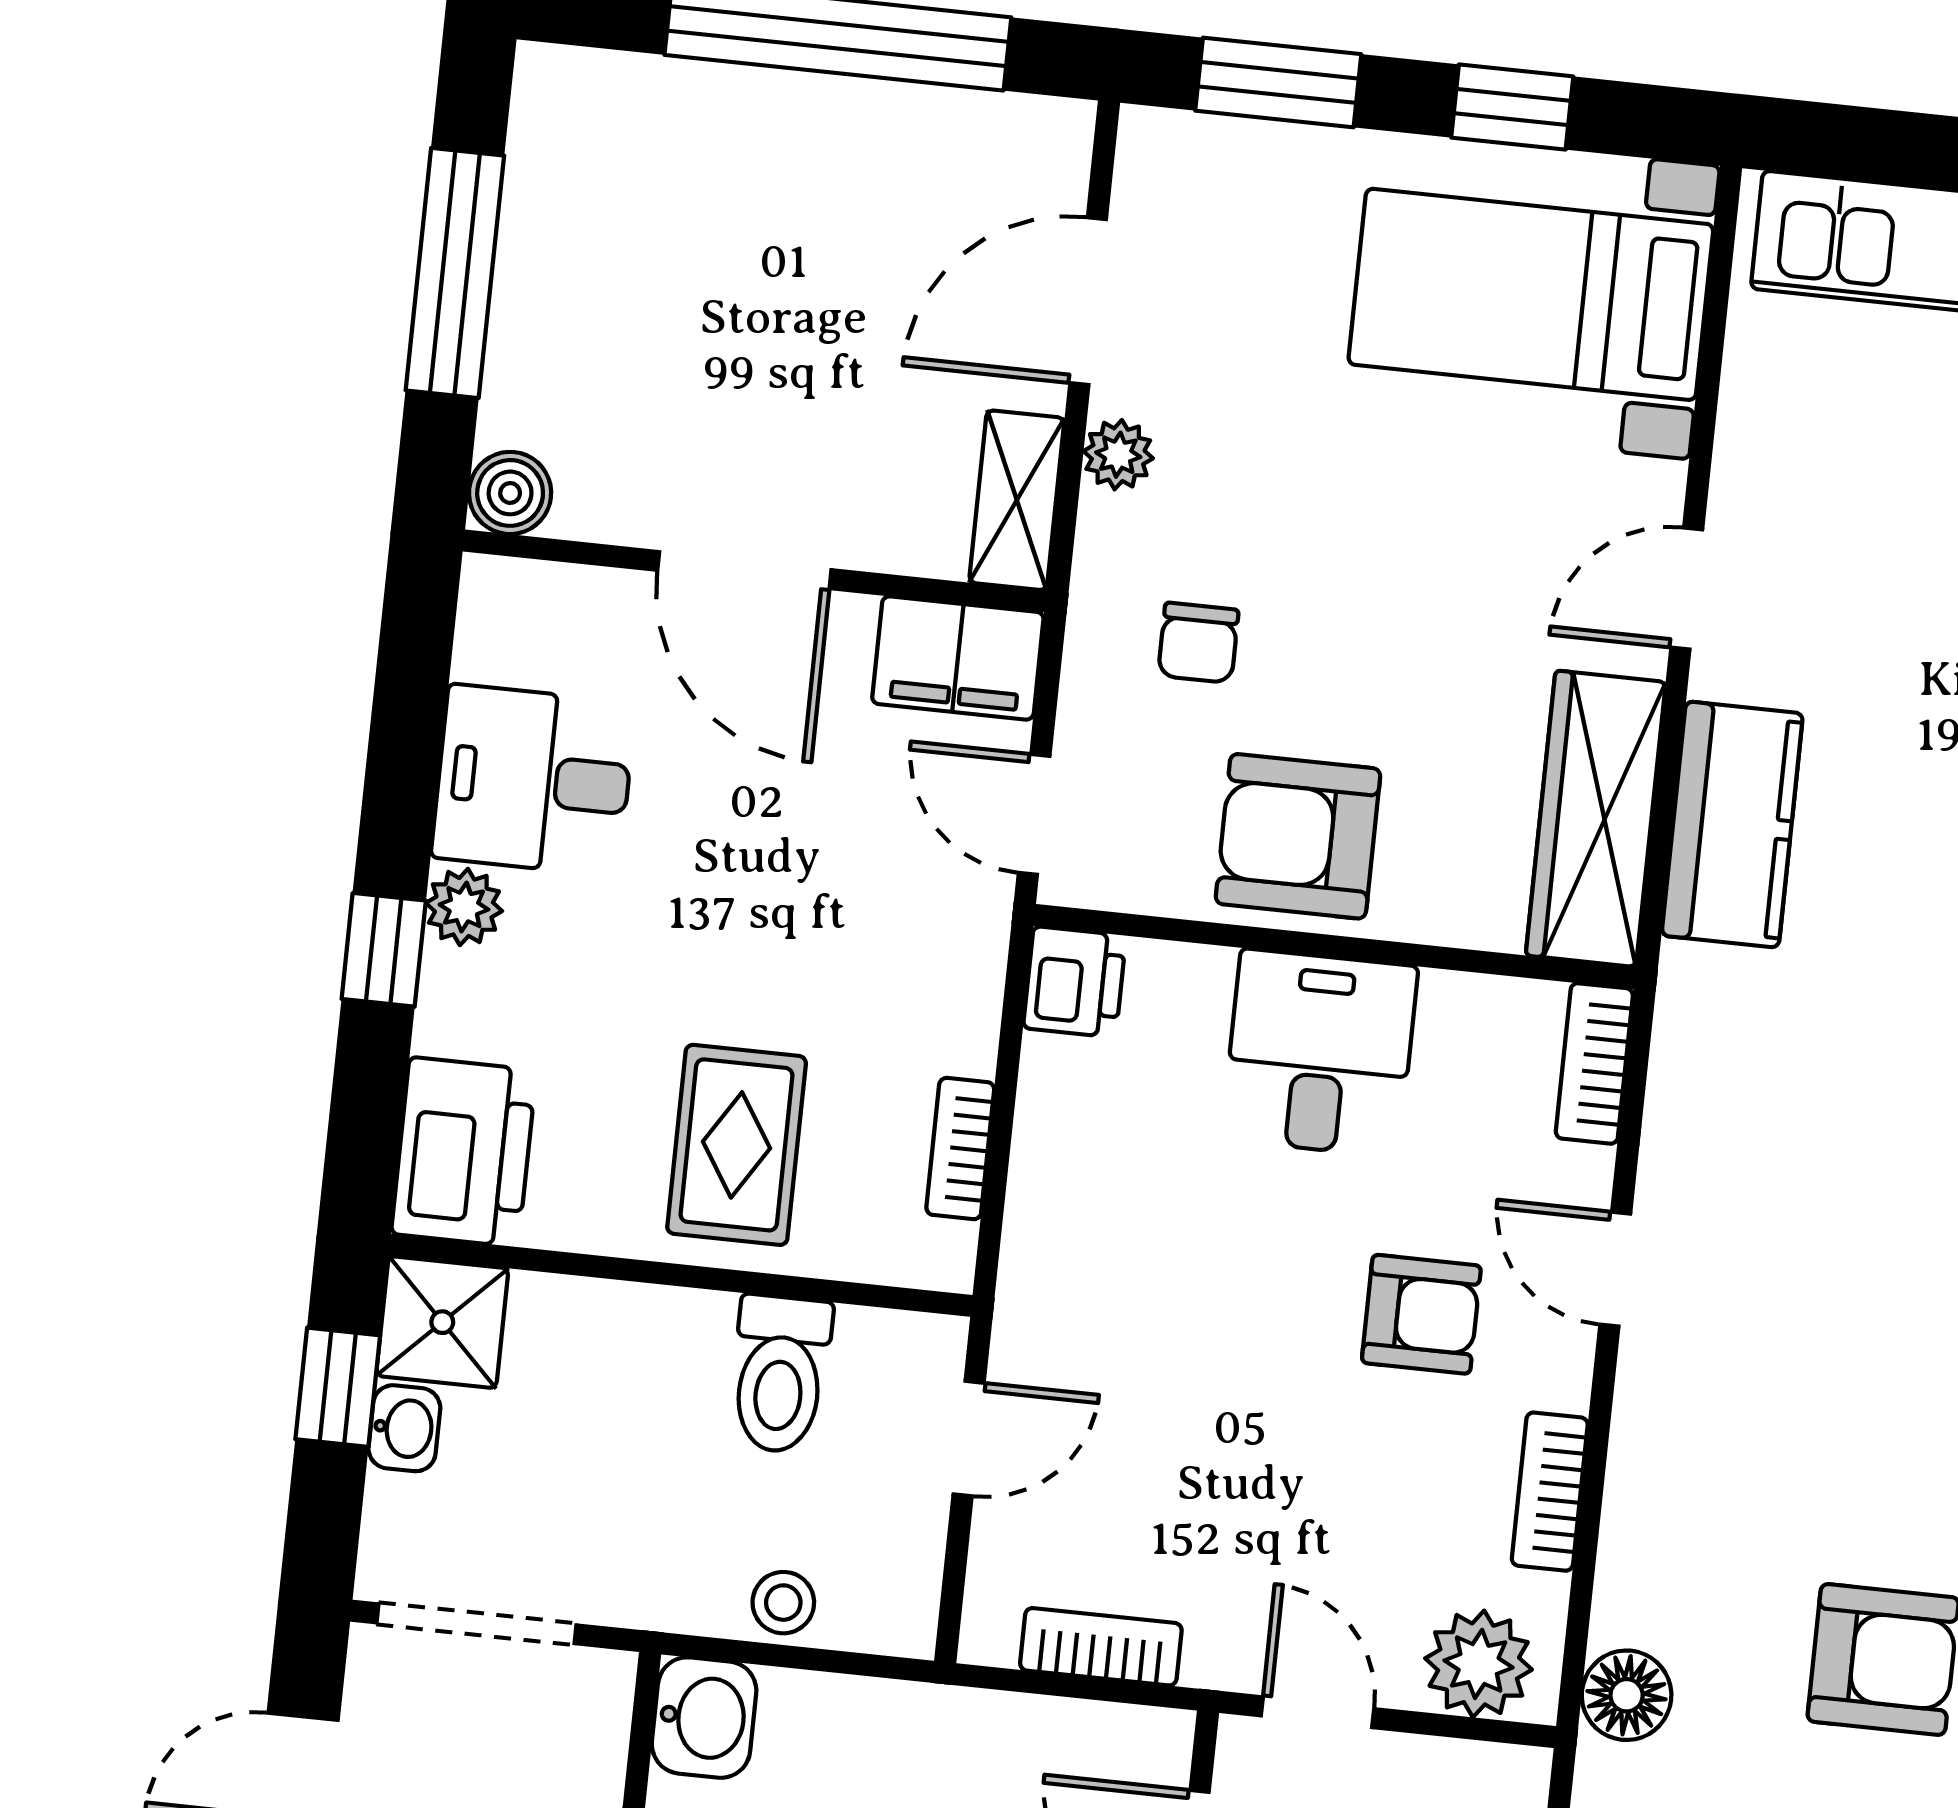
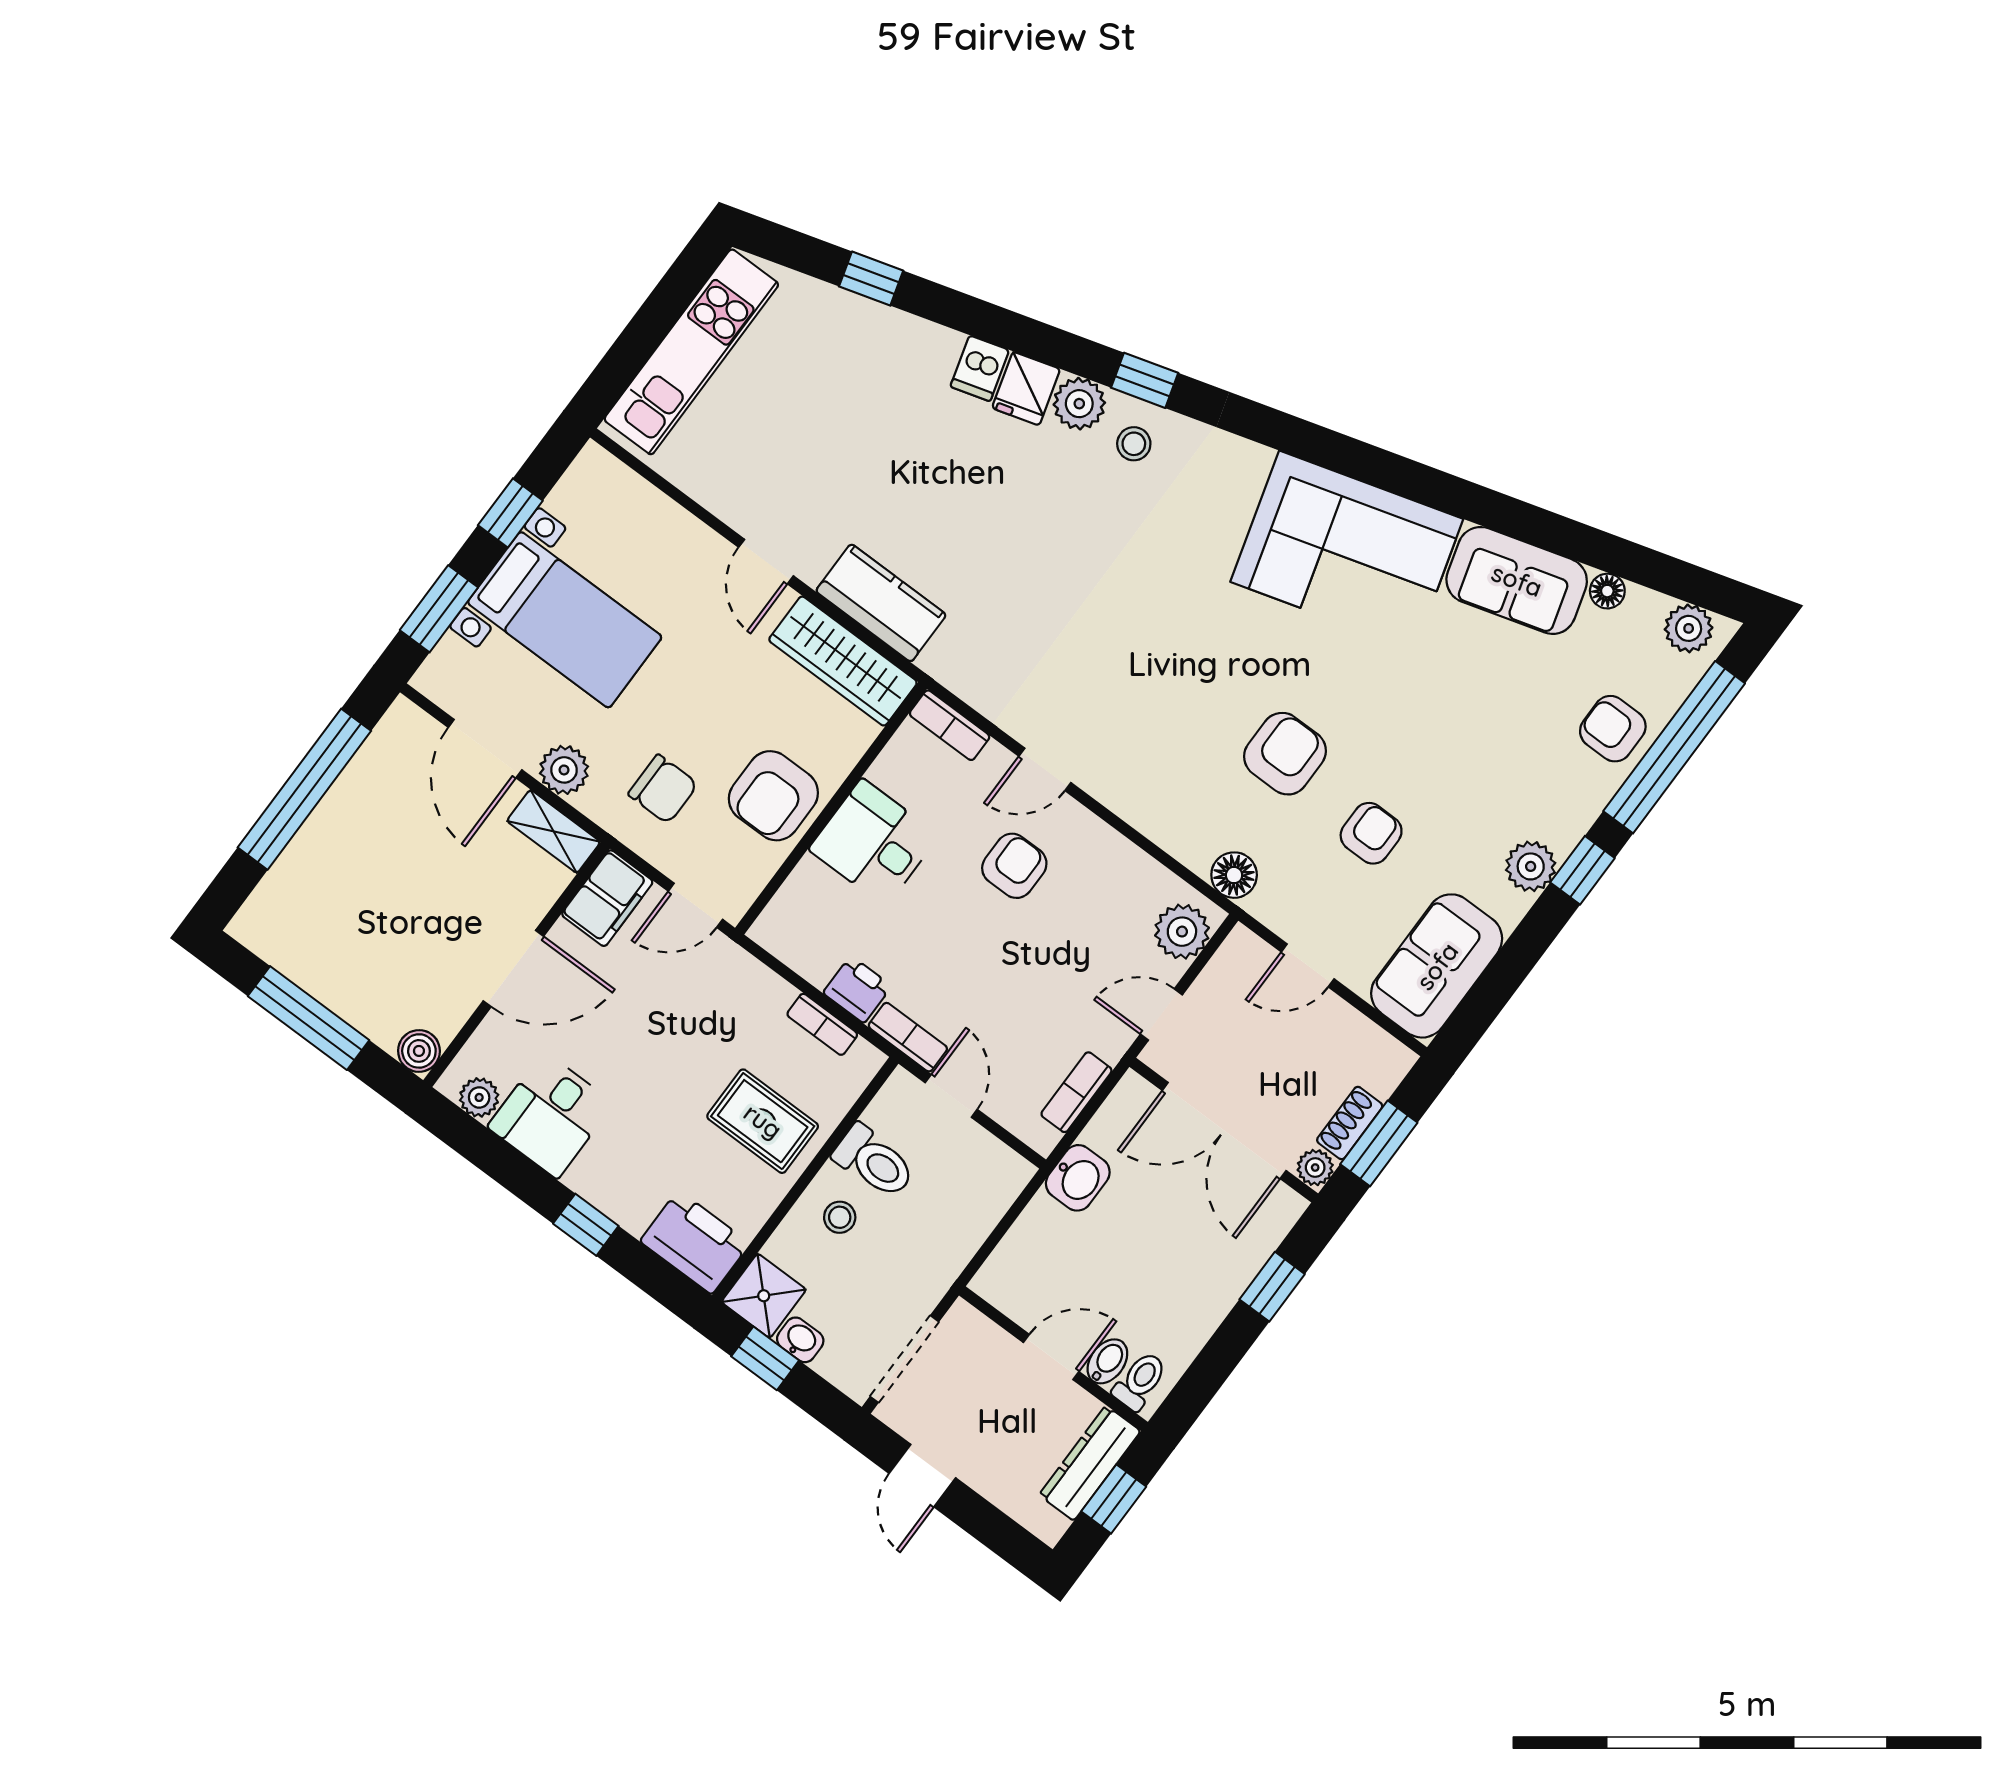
bed with nightstands: (1531, 294) -> (565, 620), moved, turned -90
plant: (1118, 455) -> (564, 770), width x1.38, depth x1.38
chair: (1198, 643) -> (663, 789), width x1.37, depth x1.37
plant: (464, 907) -> (479, 1097), moved
printer: (1075, 982) -> (857, 989), moved
bookcase: (1550, 1492) -> (908, 1037), moved, turned 180
stool: (783, 1603) -> (840, 1217), moved
washbasin: (704, 1718) -> (1078, 1178), moved, turned 90

